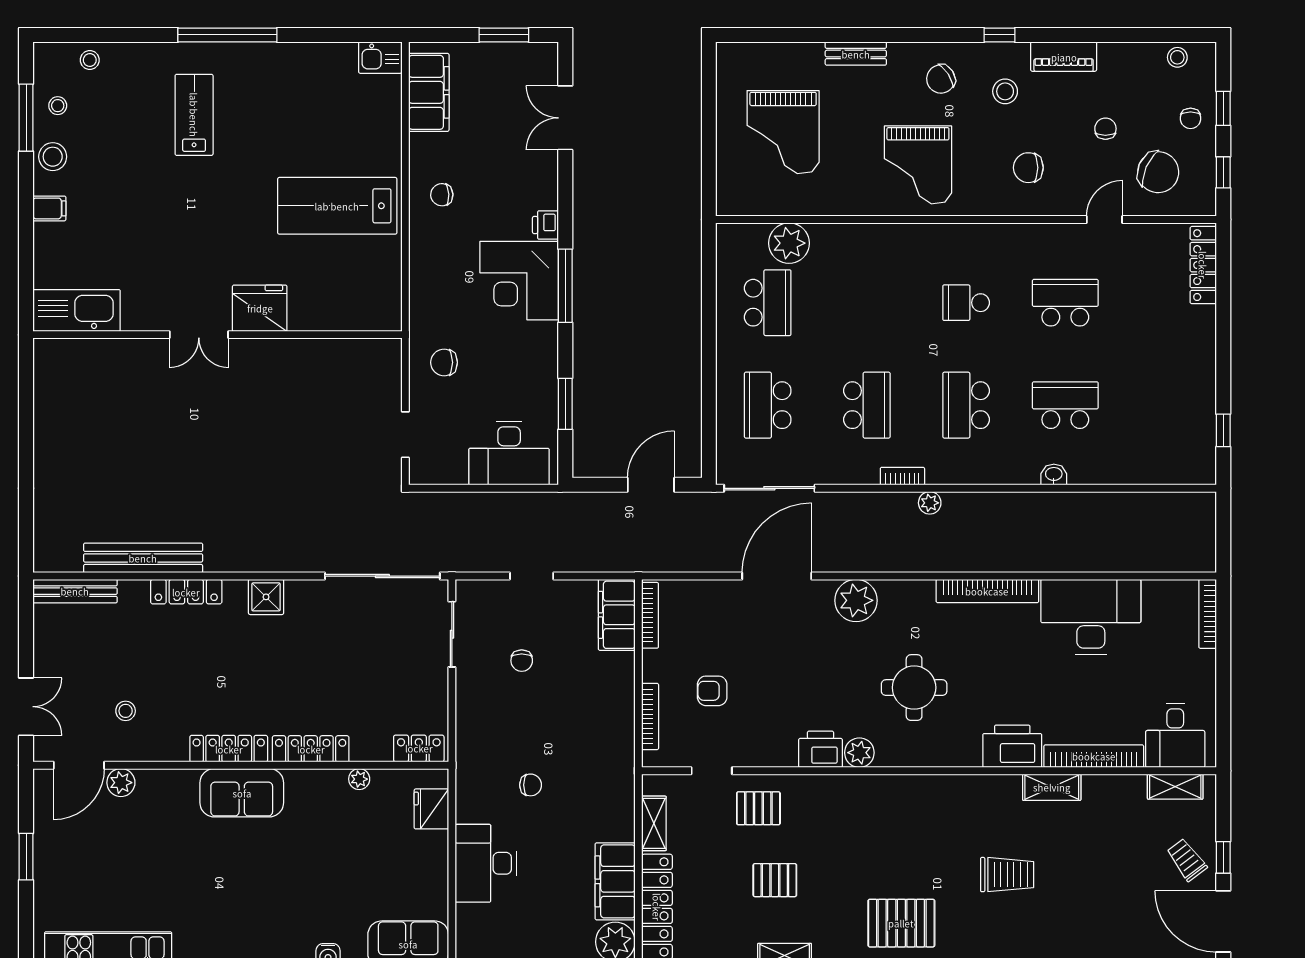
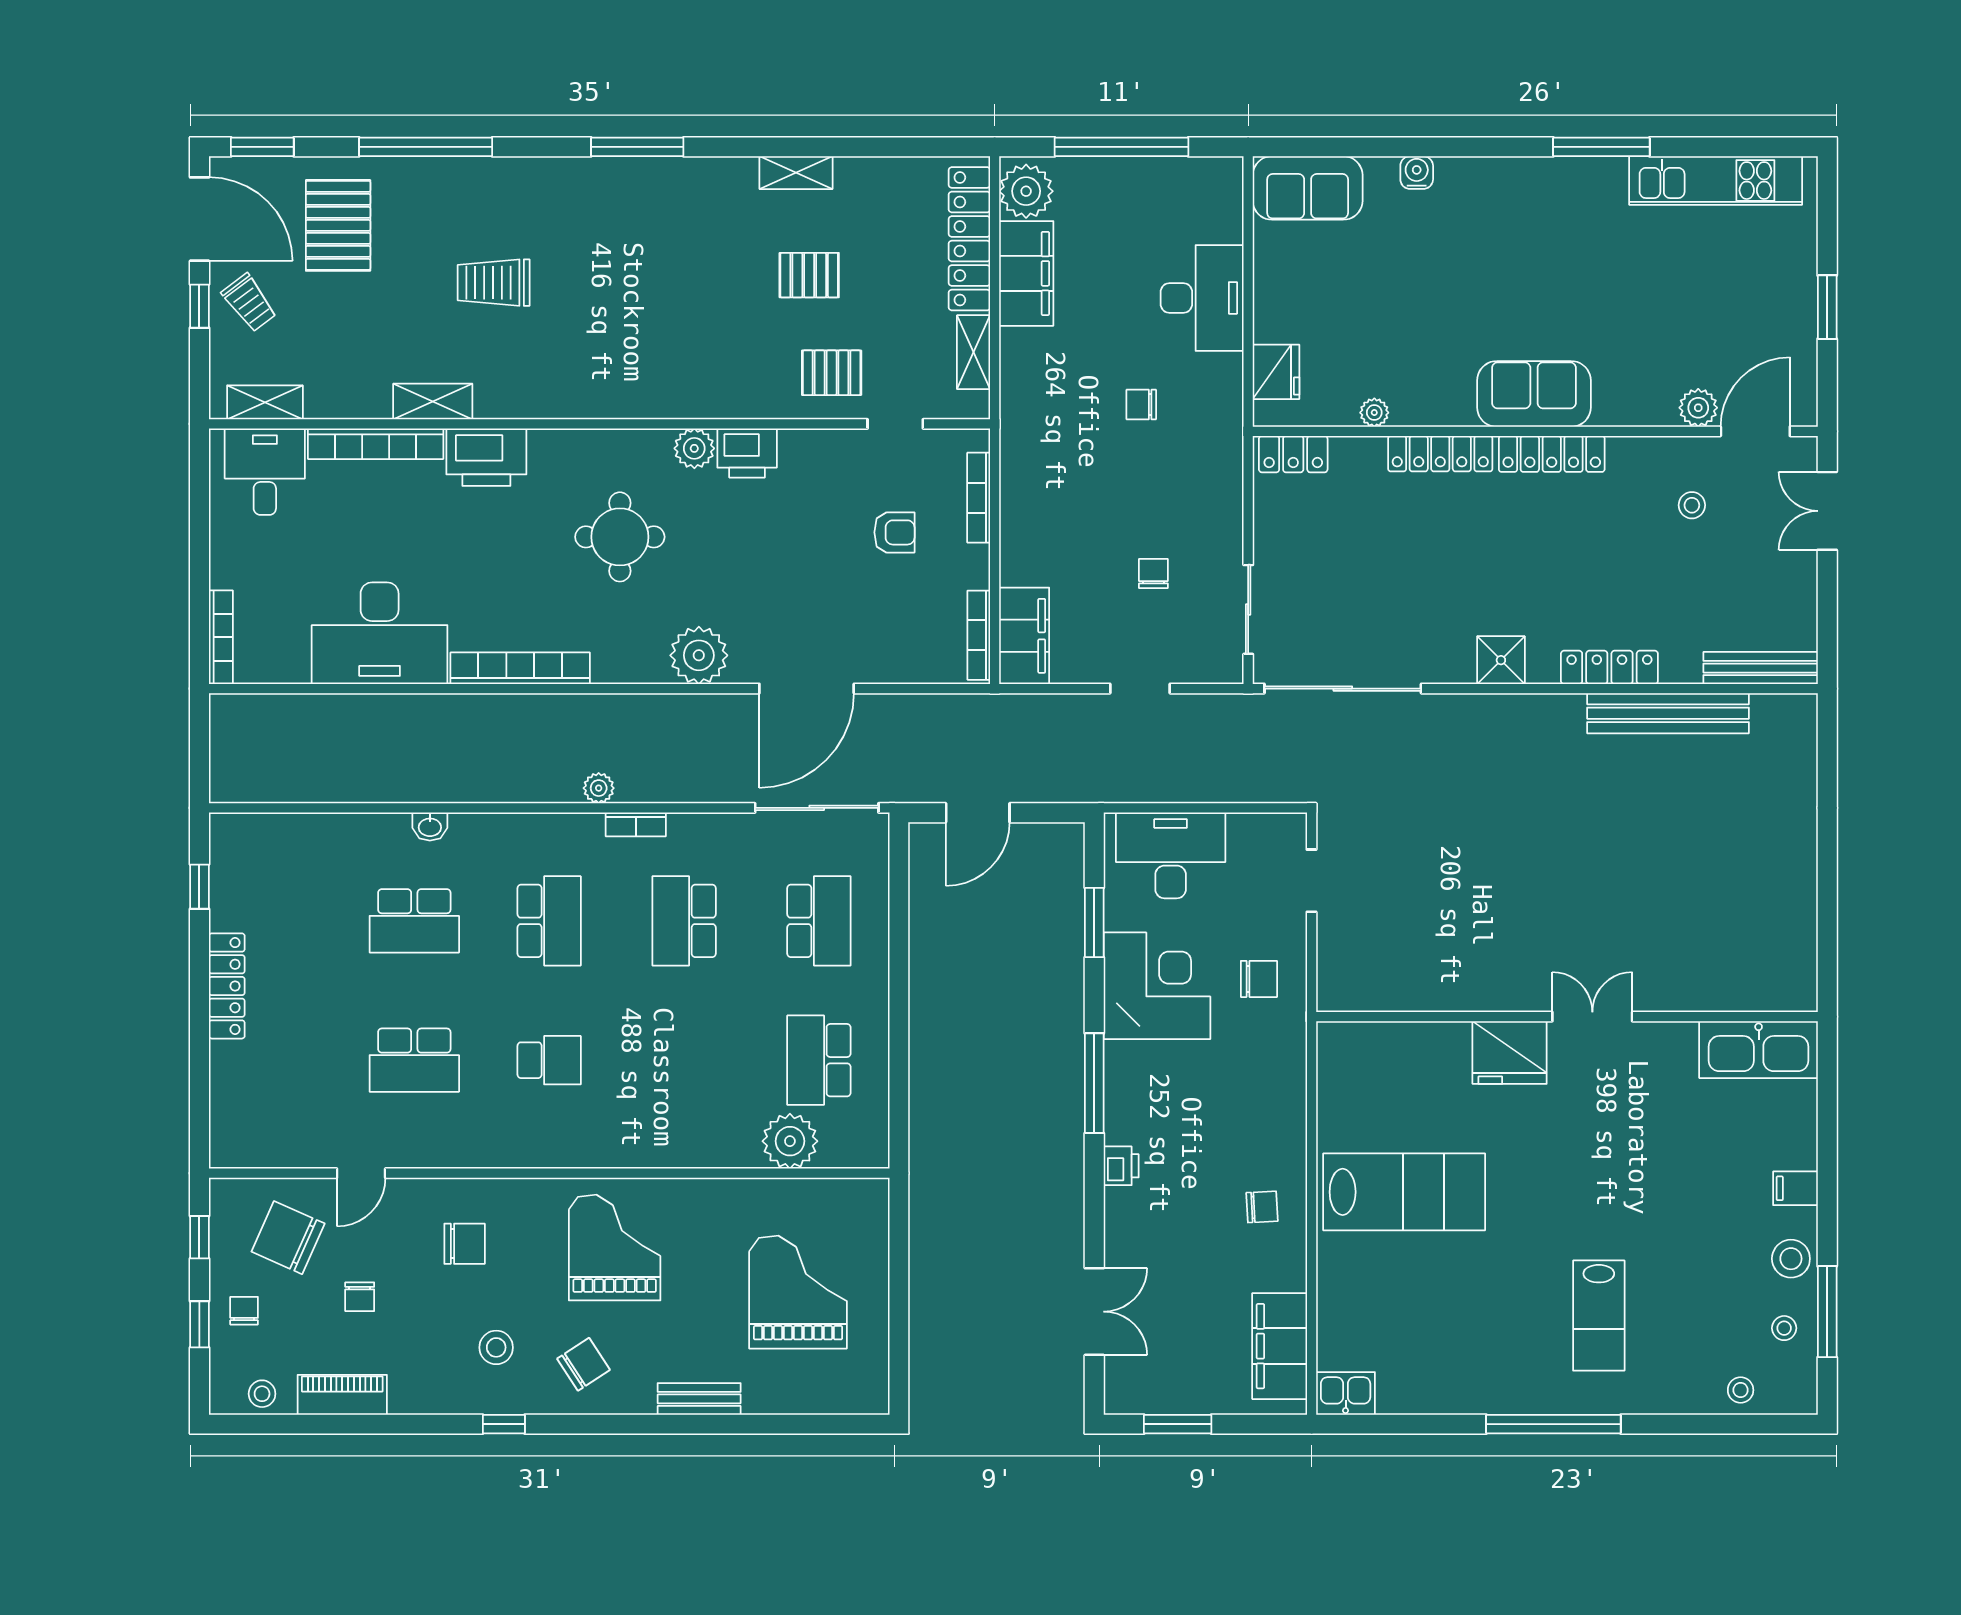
piano: (1064, 57) -> (342, 1395), moved
locker: (1203, 265) -> (227, 986), moved
corner desk: (519, 281) -> (1157, 986), moved
pallet: (901, 923) -> (338, 225), moved, turned 90

